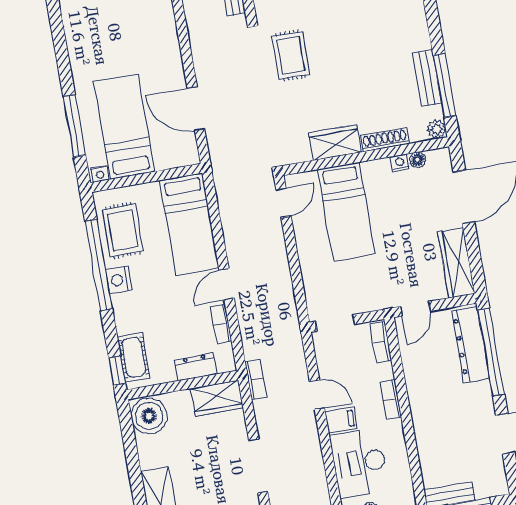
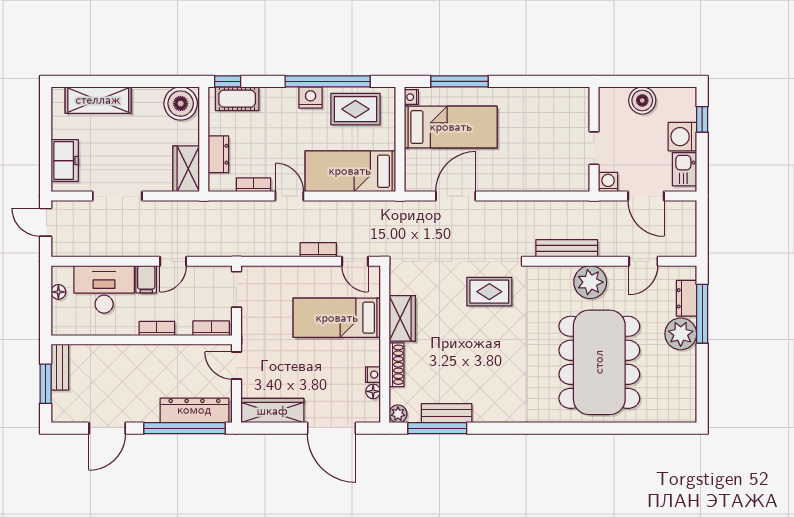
bookcase: (256, 379) -> (318, 250), moved, turned 180

